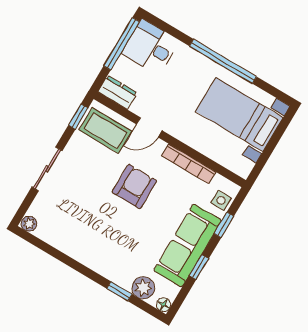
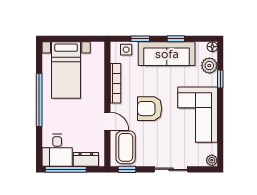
dresser: (118, 92) -> (86, 159), moved, turned 90
corner sofa: (93, 239) -> (198, 115), added

